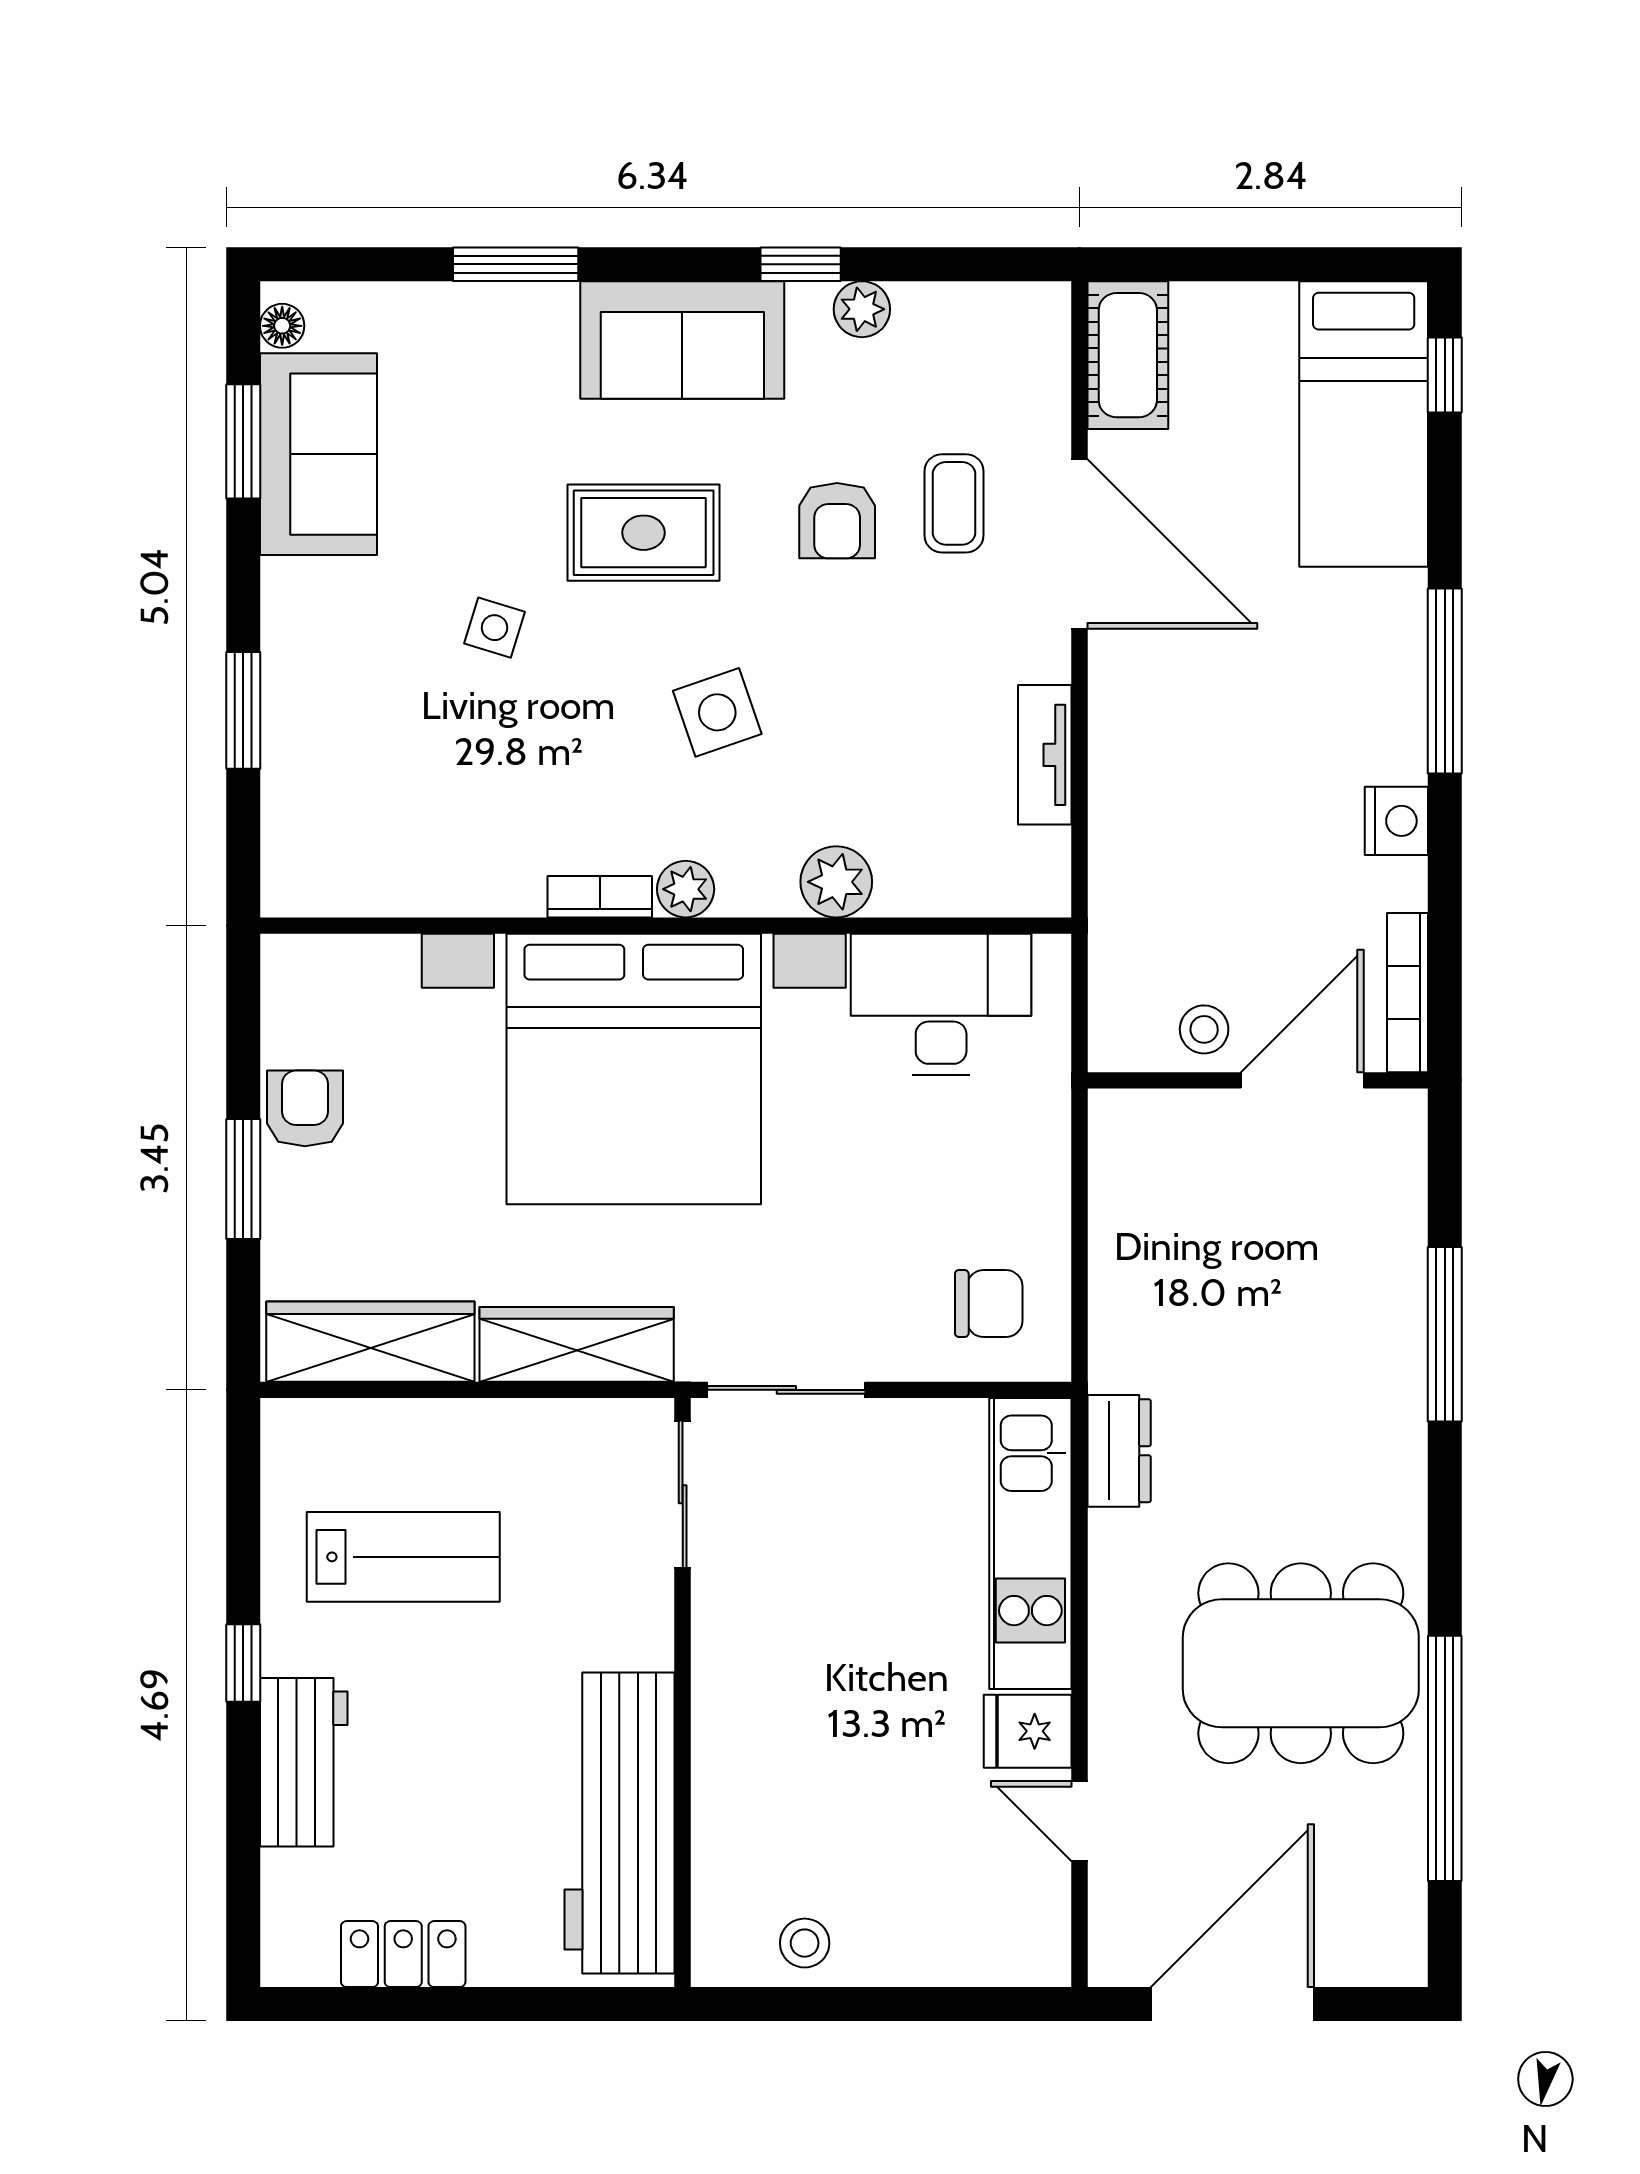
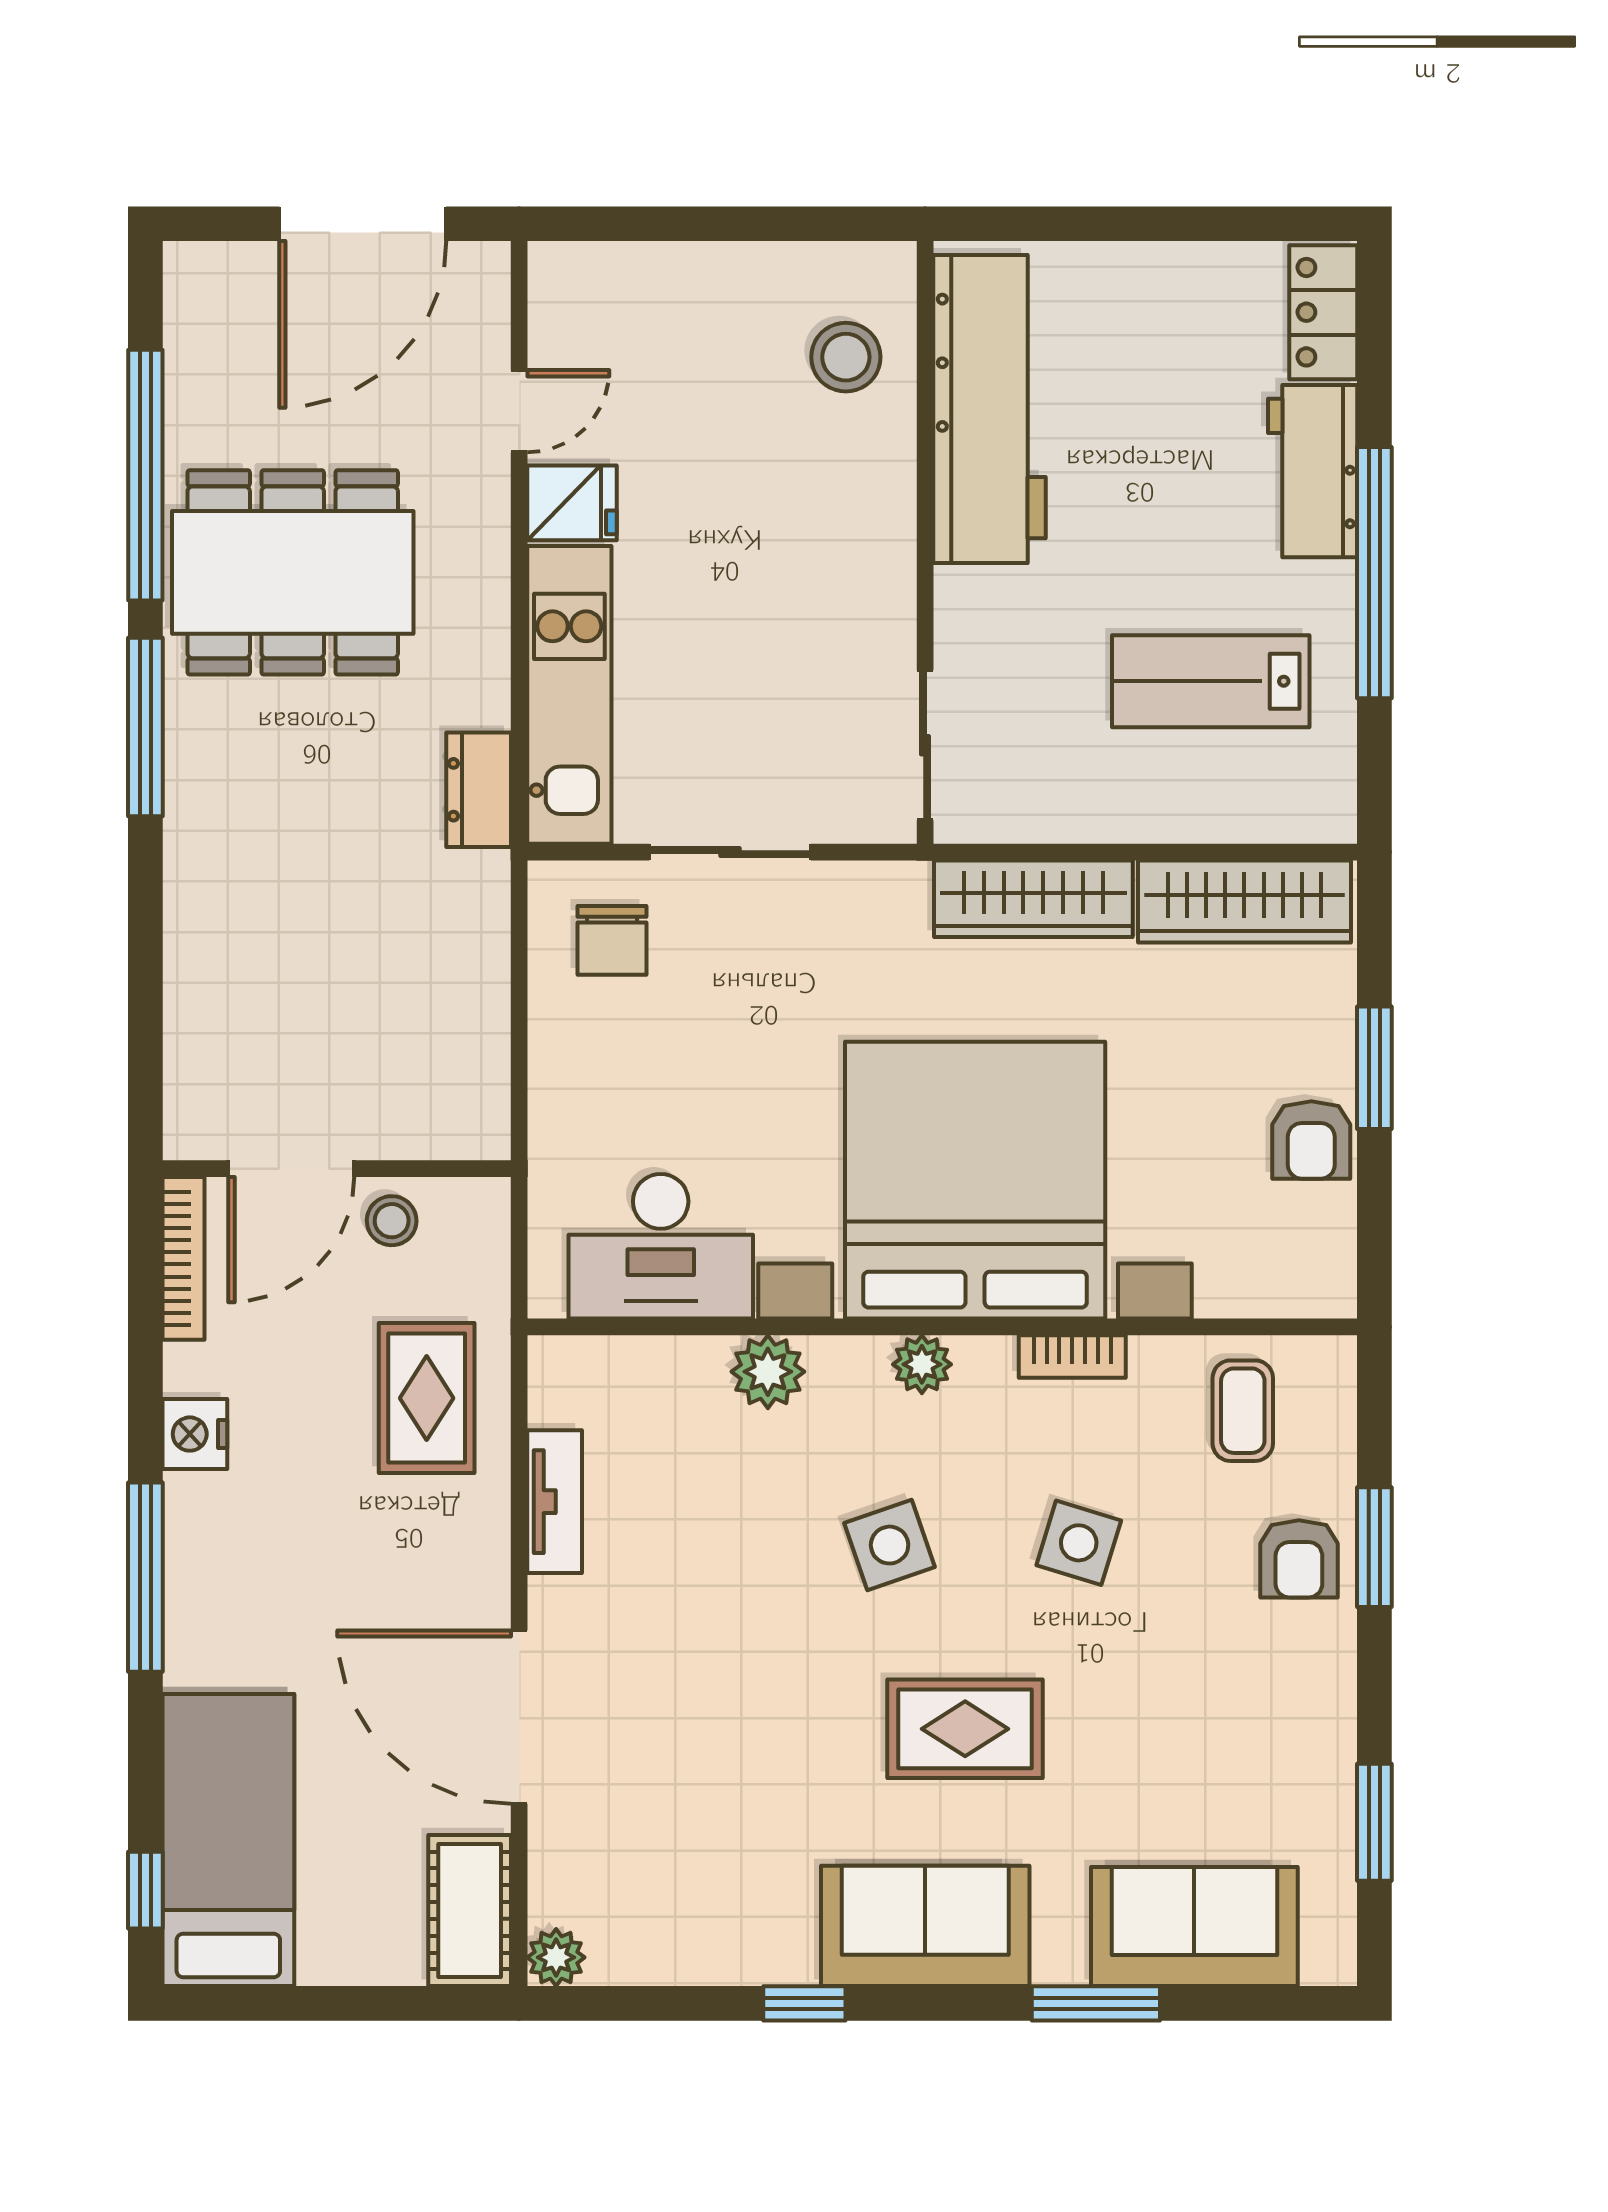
plant: (862, 309) -> (556, 1957), moved
floor lamp: (282, 326) -> (1335, 1941), removed
sofa: (318, 454) -> (1194, 1926), moved, turned 90
coffee table: (954, 503) -> (1243, 1411), moved
armchair: (837, 521) -> (1299, 1559), moved, turned 180
side table: (495, 628) -> (1079, 1543), moved, width x1.37, depth x1.37
rug: (1170, 856) -> (427, 1398), added
bookcase: (600, 897) -> (1072, 1356), moved
chair: (989, 1304) -> (612, 940), turned -90
window: (1445, 1334) -> (145, 727), moved
sliding door: (786, 1390) -> (730, 852), moved
window: (243, 1663) -> (1374, 573), width x3.17
door: (1079, 1821) -> (519, 411), hinge flipped
stool: (805, 1943) -> (846, 357), moved, width x1.37, depth x1.37
locker: (403, 1954) -> (1323, 312), moved, turned 90

